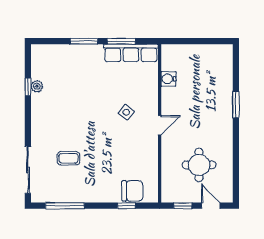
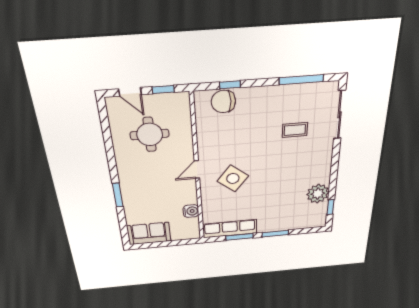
sofa: (212, 56) -> (149, 233), added
plant: (37, 86) -> (318, 194), width x1.87, depth x1.87
window: (28, 87) -> (331, 207), moved
side table: (126, 112) -> (233, 178), width x1.87, depth x1.87

